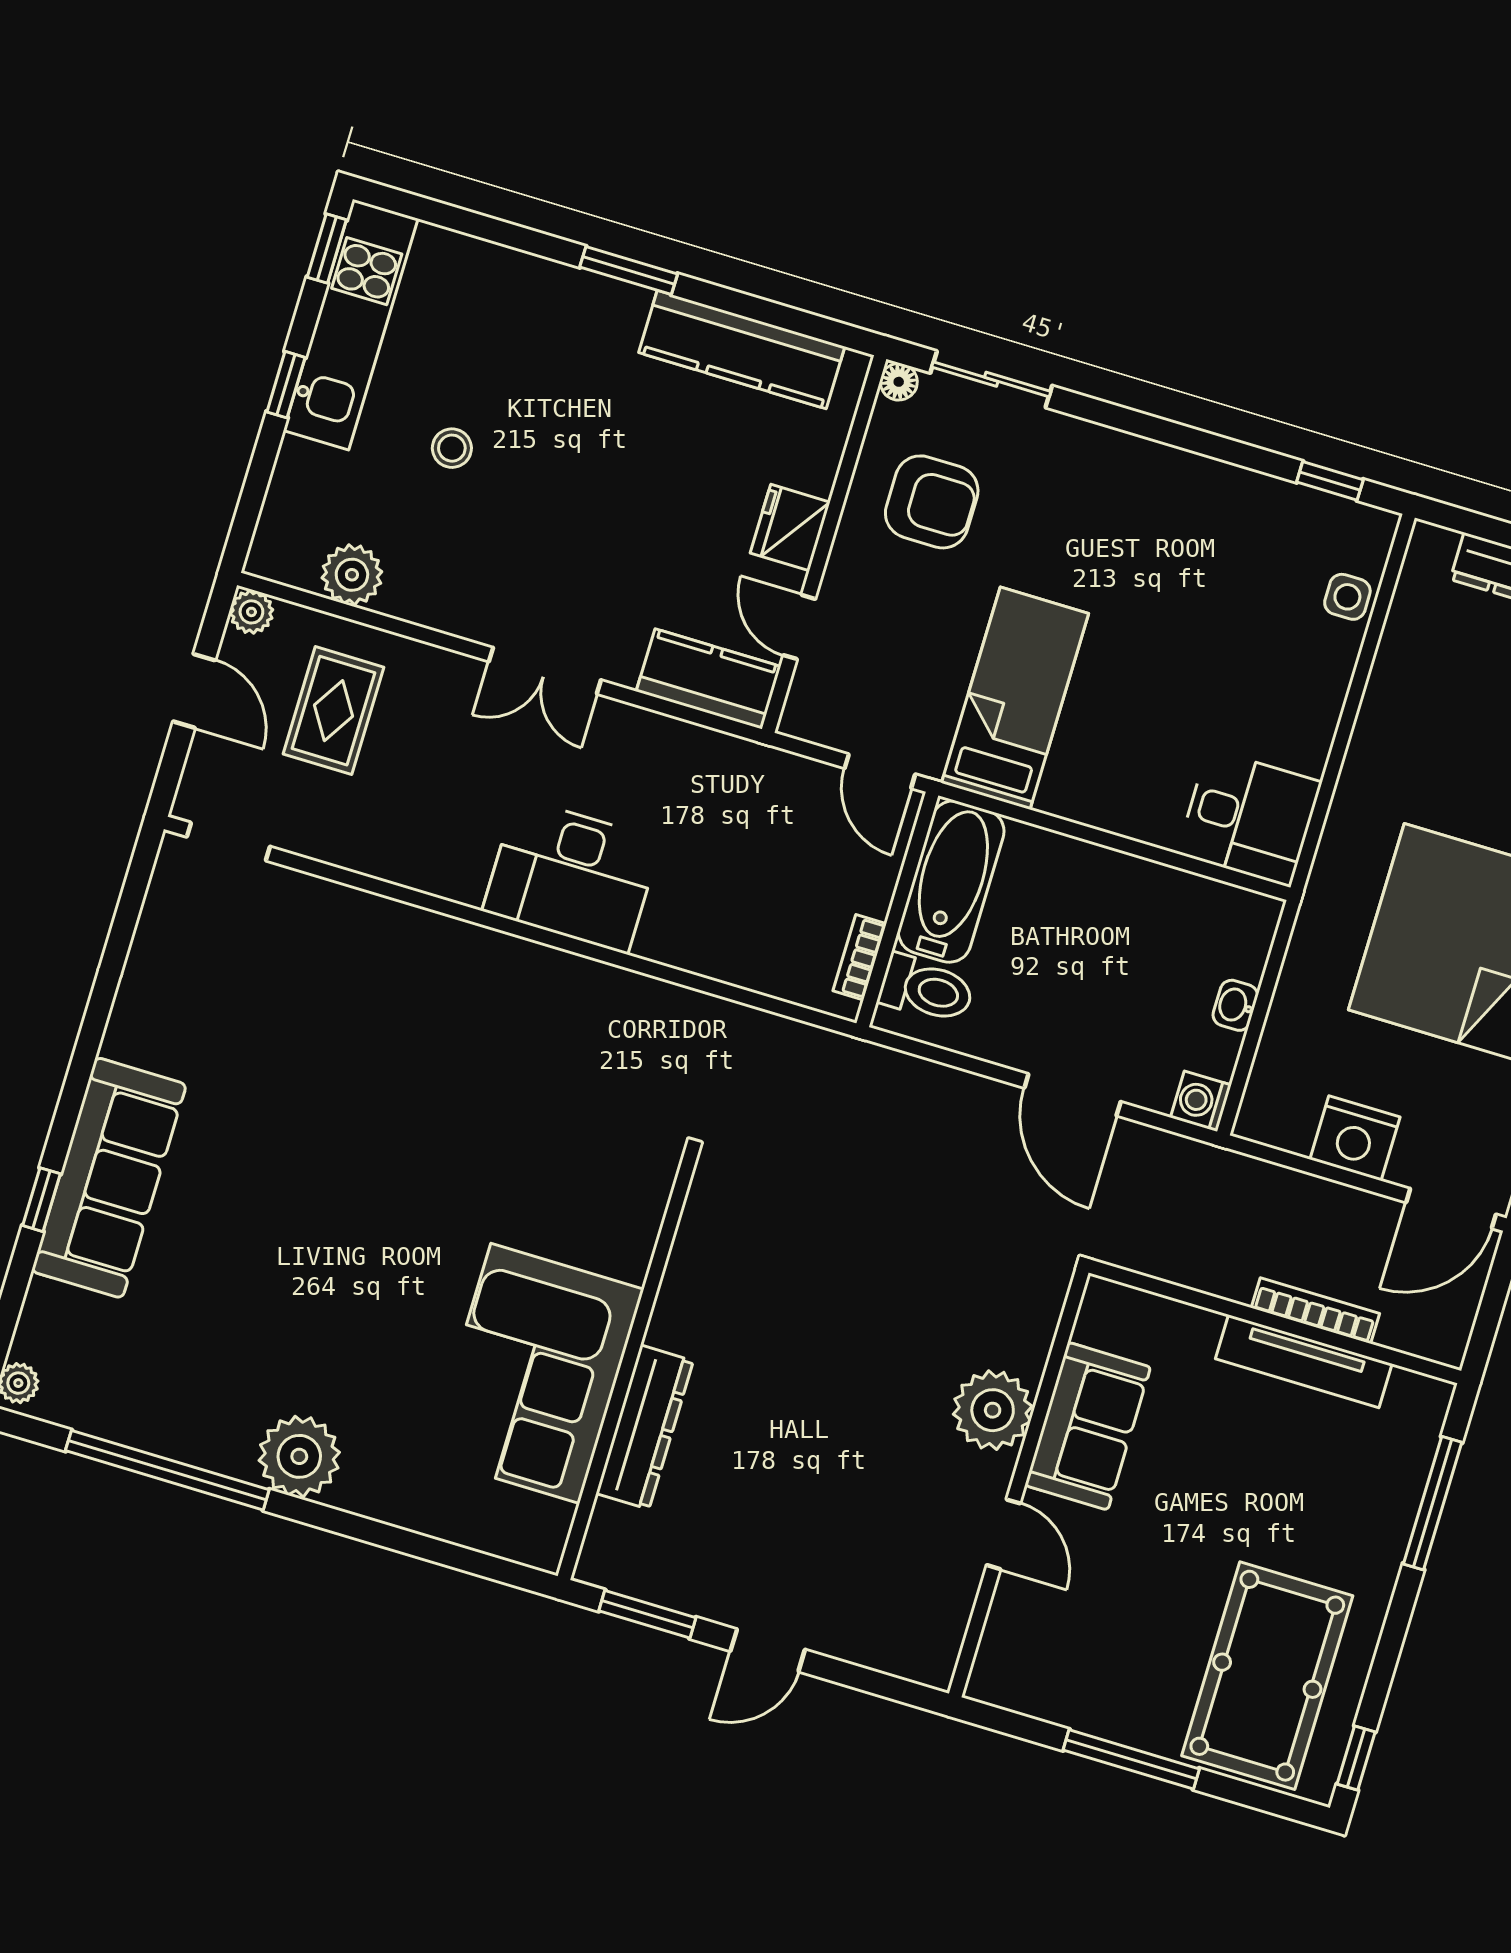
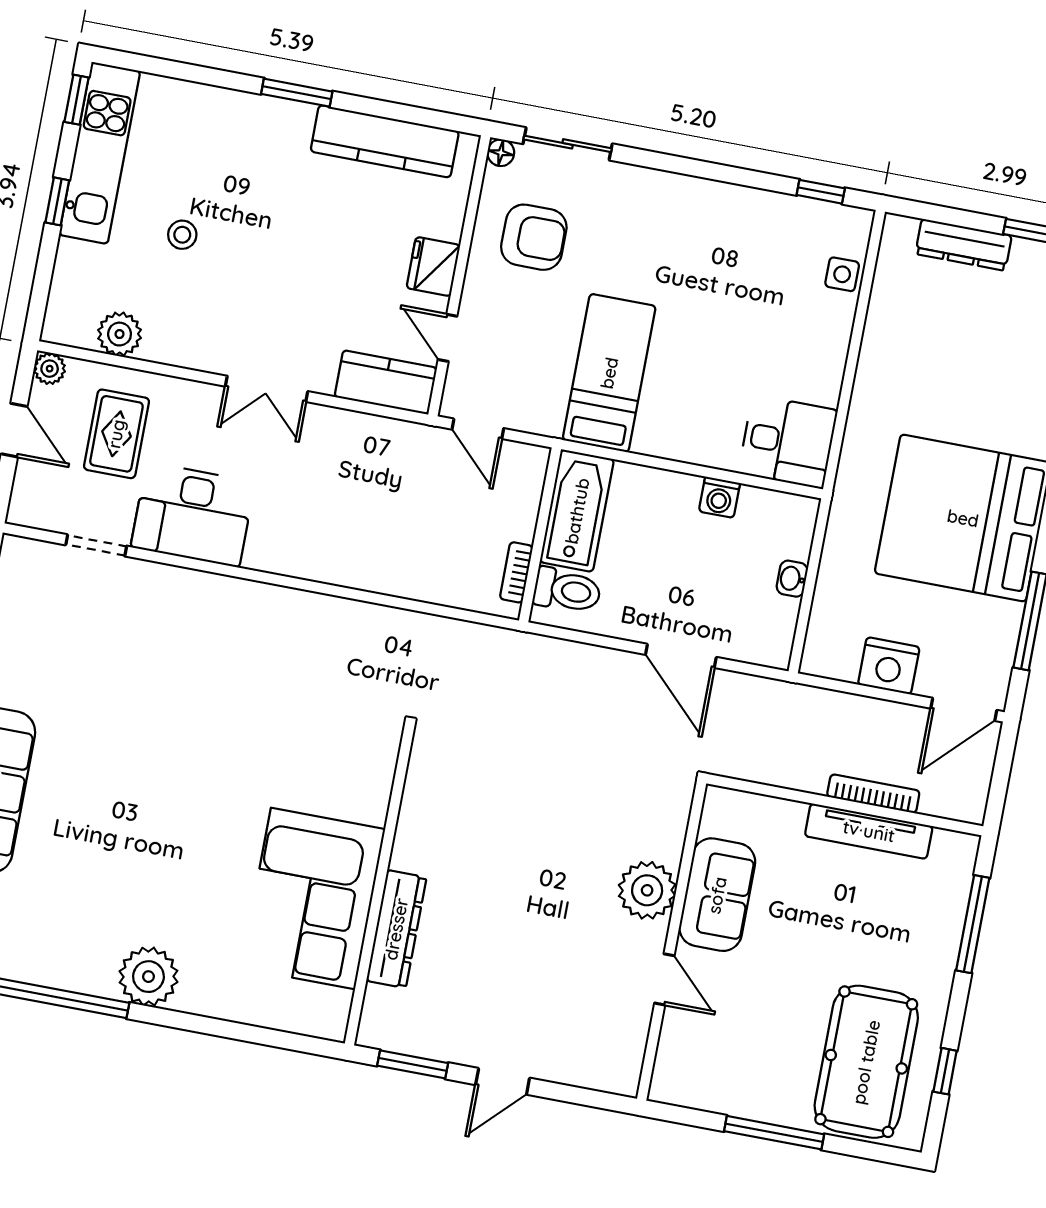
door: (880, 771) -> (478, 429), moved
doorway: (228, 842) -> (96, 545), moved
desk: (572, 876) -> (193, 515), moved
washing machine: (1201, 1101) -> (719, 497), moved, turned -90
window: (1356, 1758) -> (945, 1071), moved

